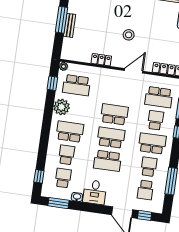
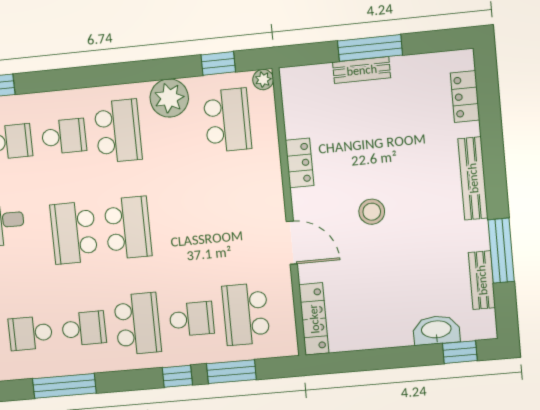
school desk: (77, 85) -> (227, 120), turned 180
school desk: (114, 114) -> (182, 223), removed

